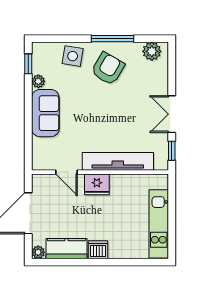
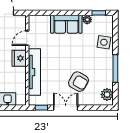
armchair: (108, 69) -> (78, 82), moved

